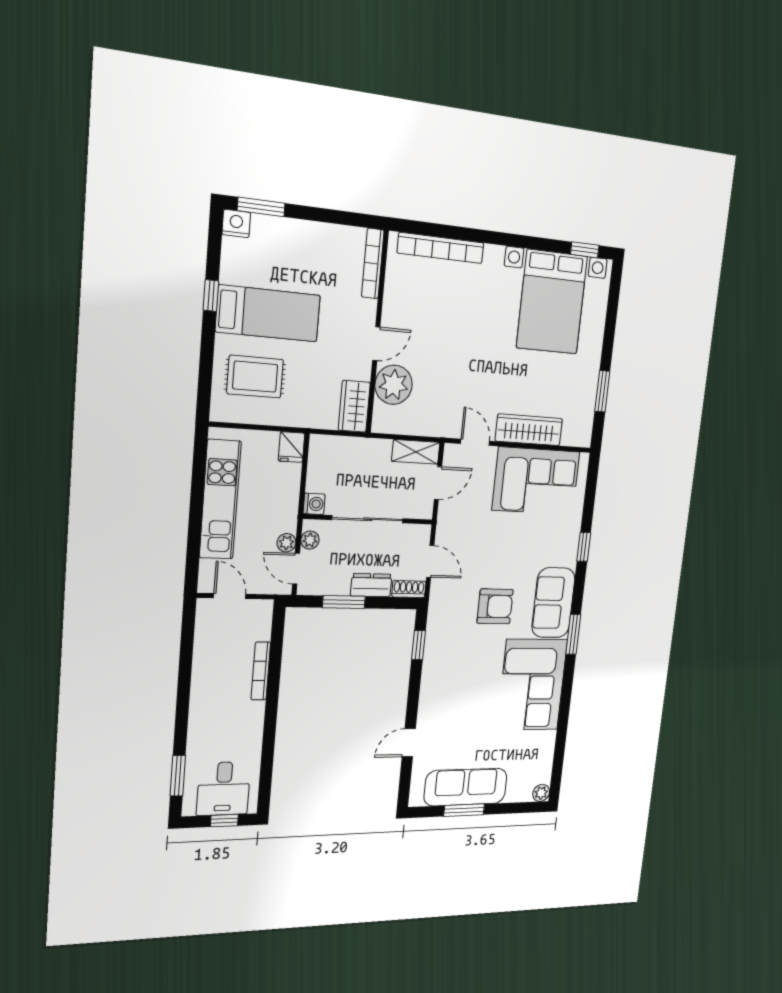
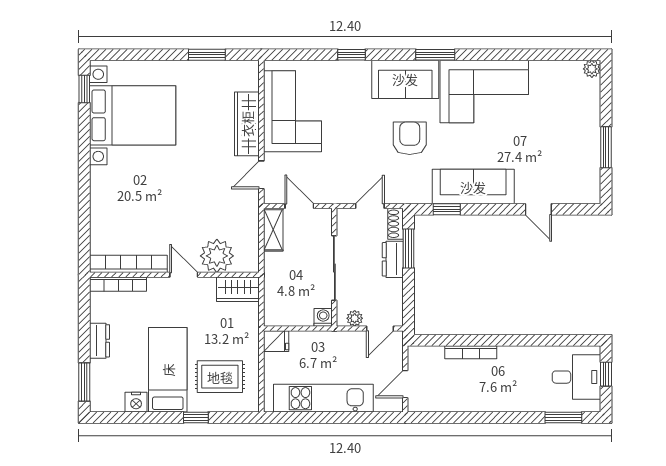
nightstand: (236, 224) -> (136, 402), moved, turned -90
dresser: (309, 233) -> (100, 341), added
bookcase: (441, 248) -> (128, 264), moved, turned -90
window: (211, 296) -> (196, 418), moved
rug: (255, 377) -> (220, 377), turned 90
plant: (287, 543) -> (358, 339), removed
window: (344, 602) -> (408, 248), moved
sofa: (466, 787) -> (473, 187), moved, turned 90

